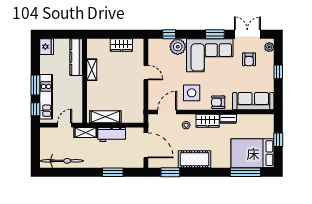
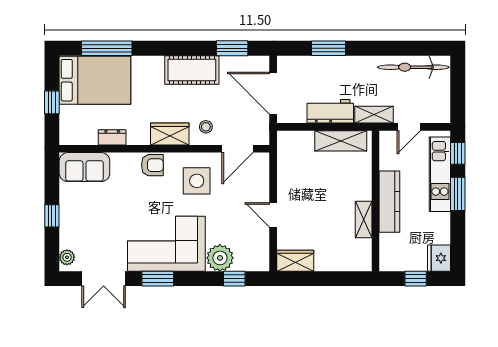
window: (61, 34) -> (416, 279), added
wardrobe: (121, 45) -> (295, 261), moved
kitchen counter: (76, 57) -> (389, 202), moved
armchair: (249, 59) -> (101, 237), removed
sofa: (253, 101) -> (84, 167), width x0.73
dresser: (228, 119) -> (112, 137), moved

